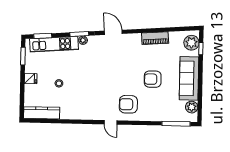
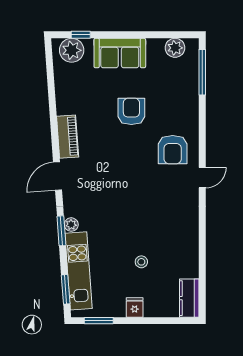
piano: (155, 38) -> (68, 137), moved
sofa: (189, 78) -> (120, 53), width x0.73
armchair: (153, 79) -> (131, 111), turned 180
kitchen counter: (42, 113) -> (189, 298), width x0.67

